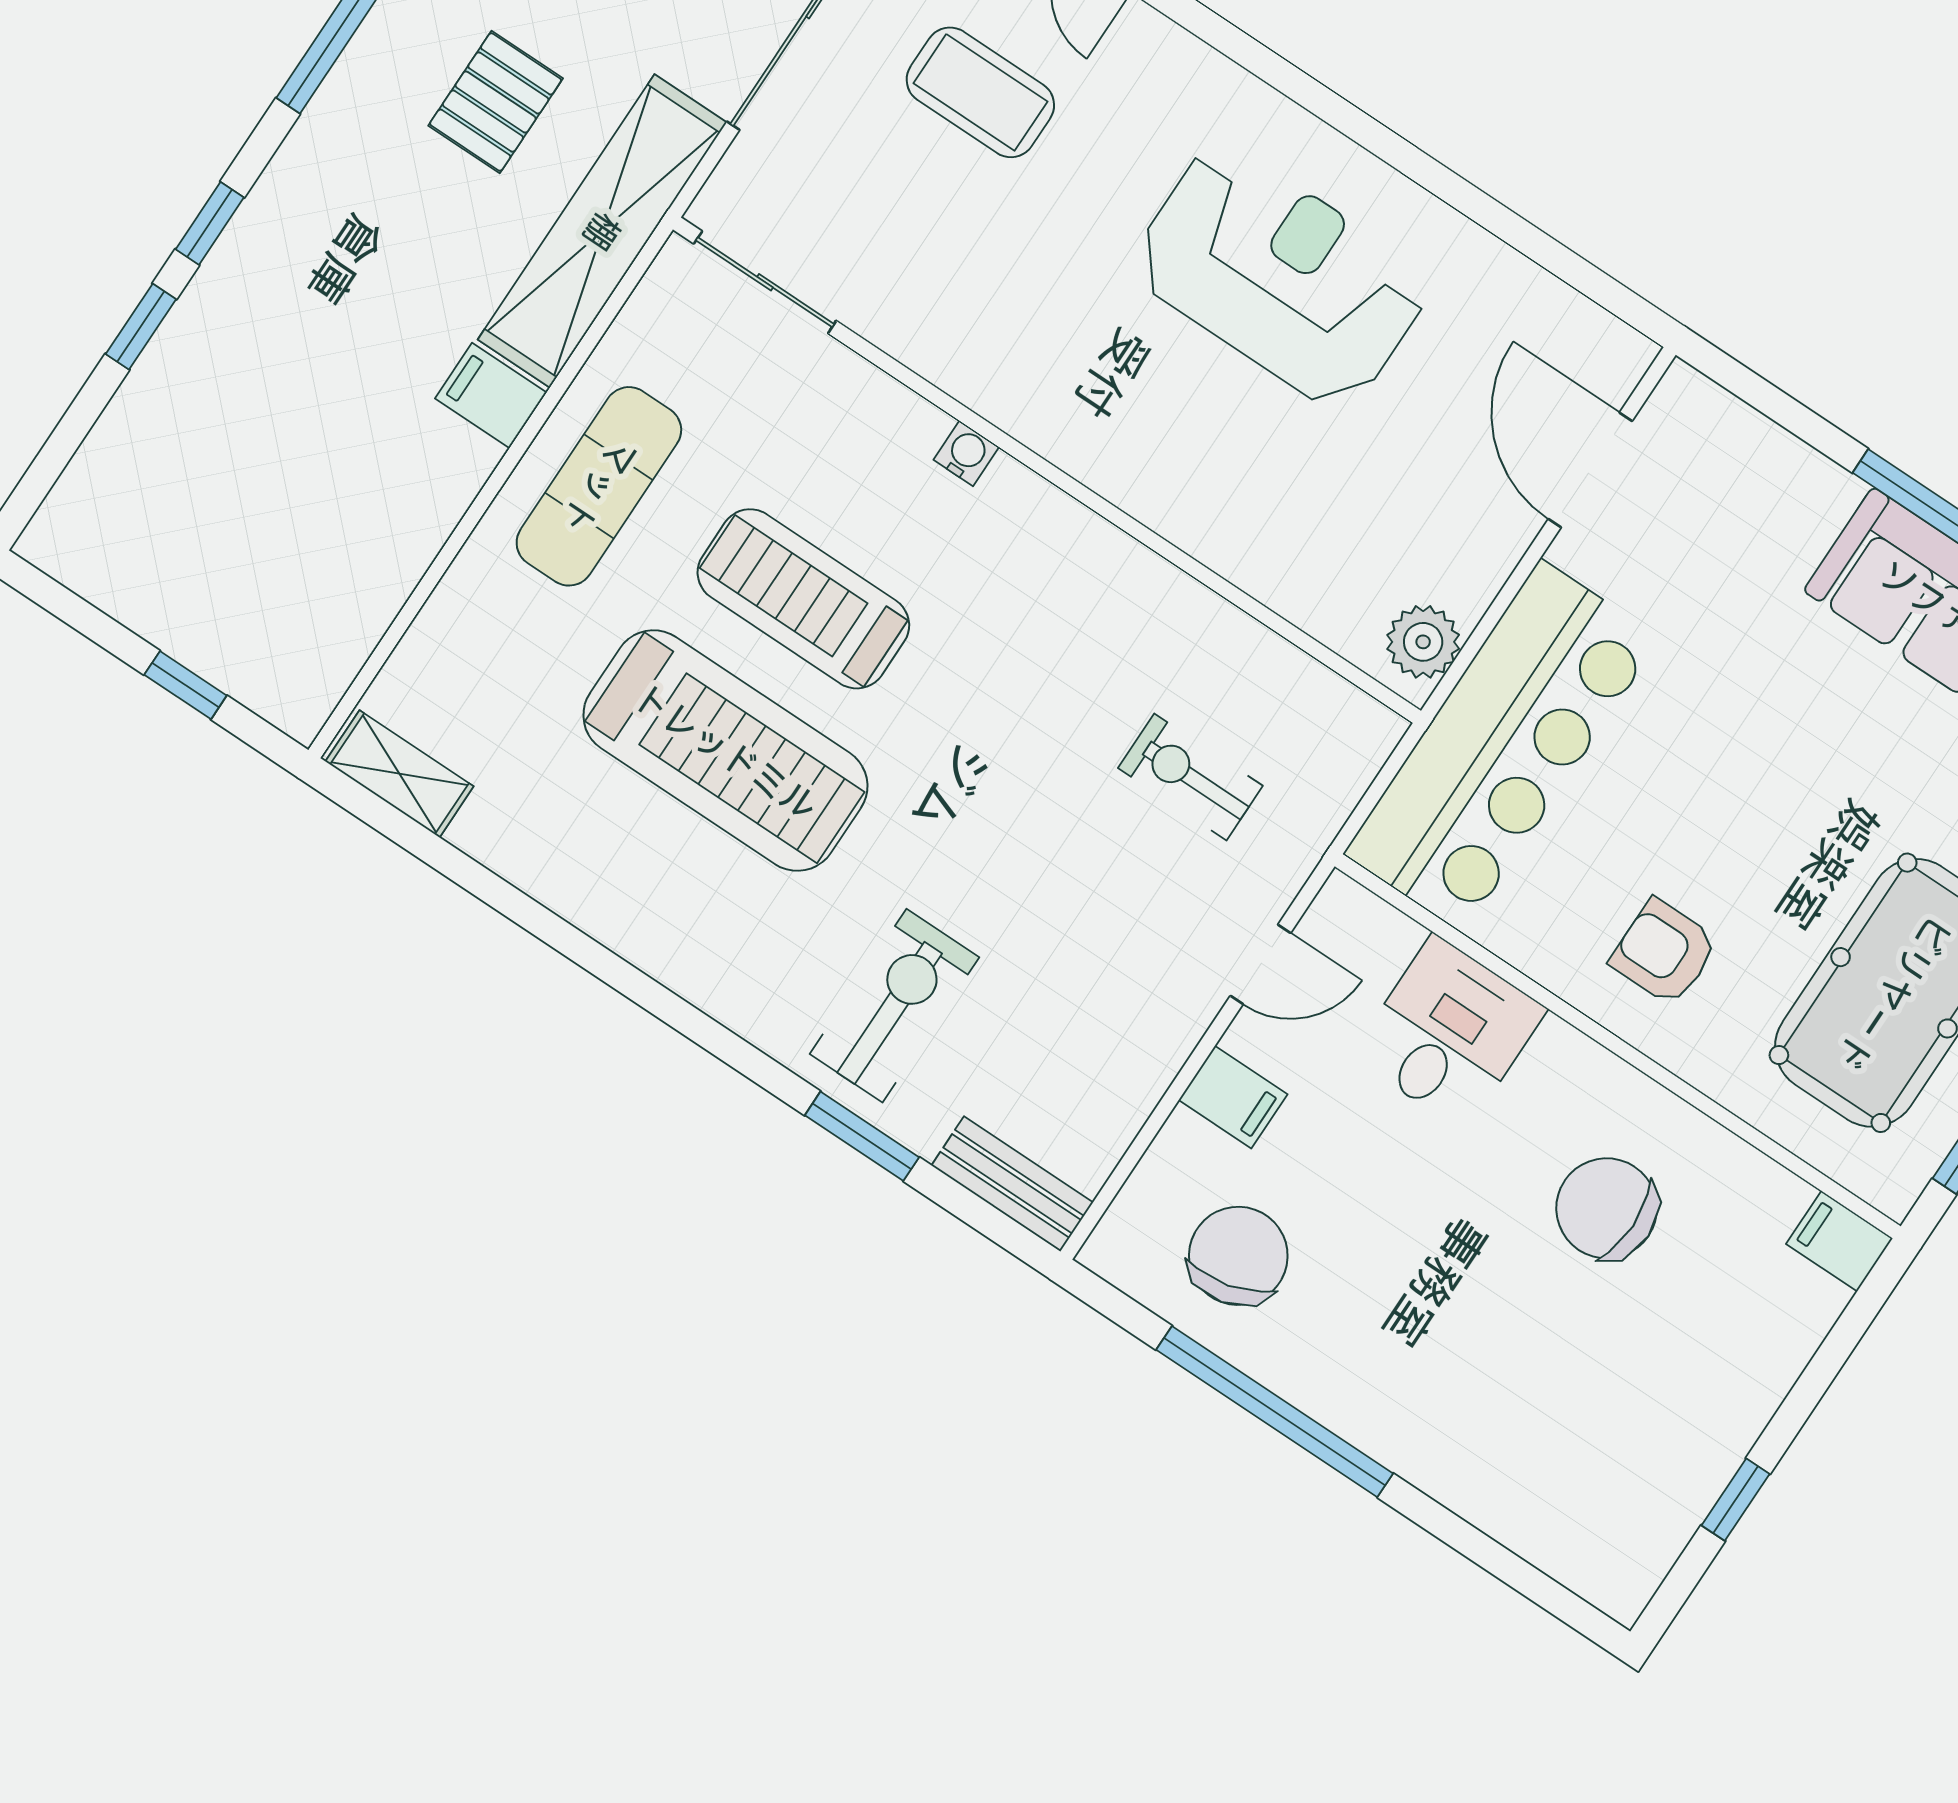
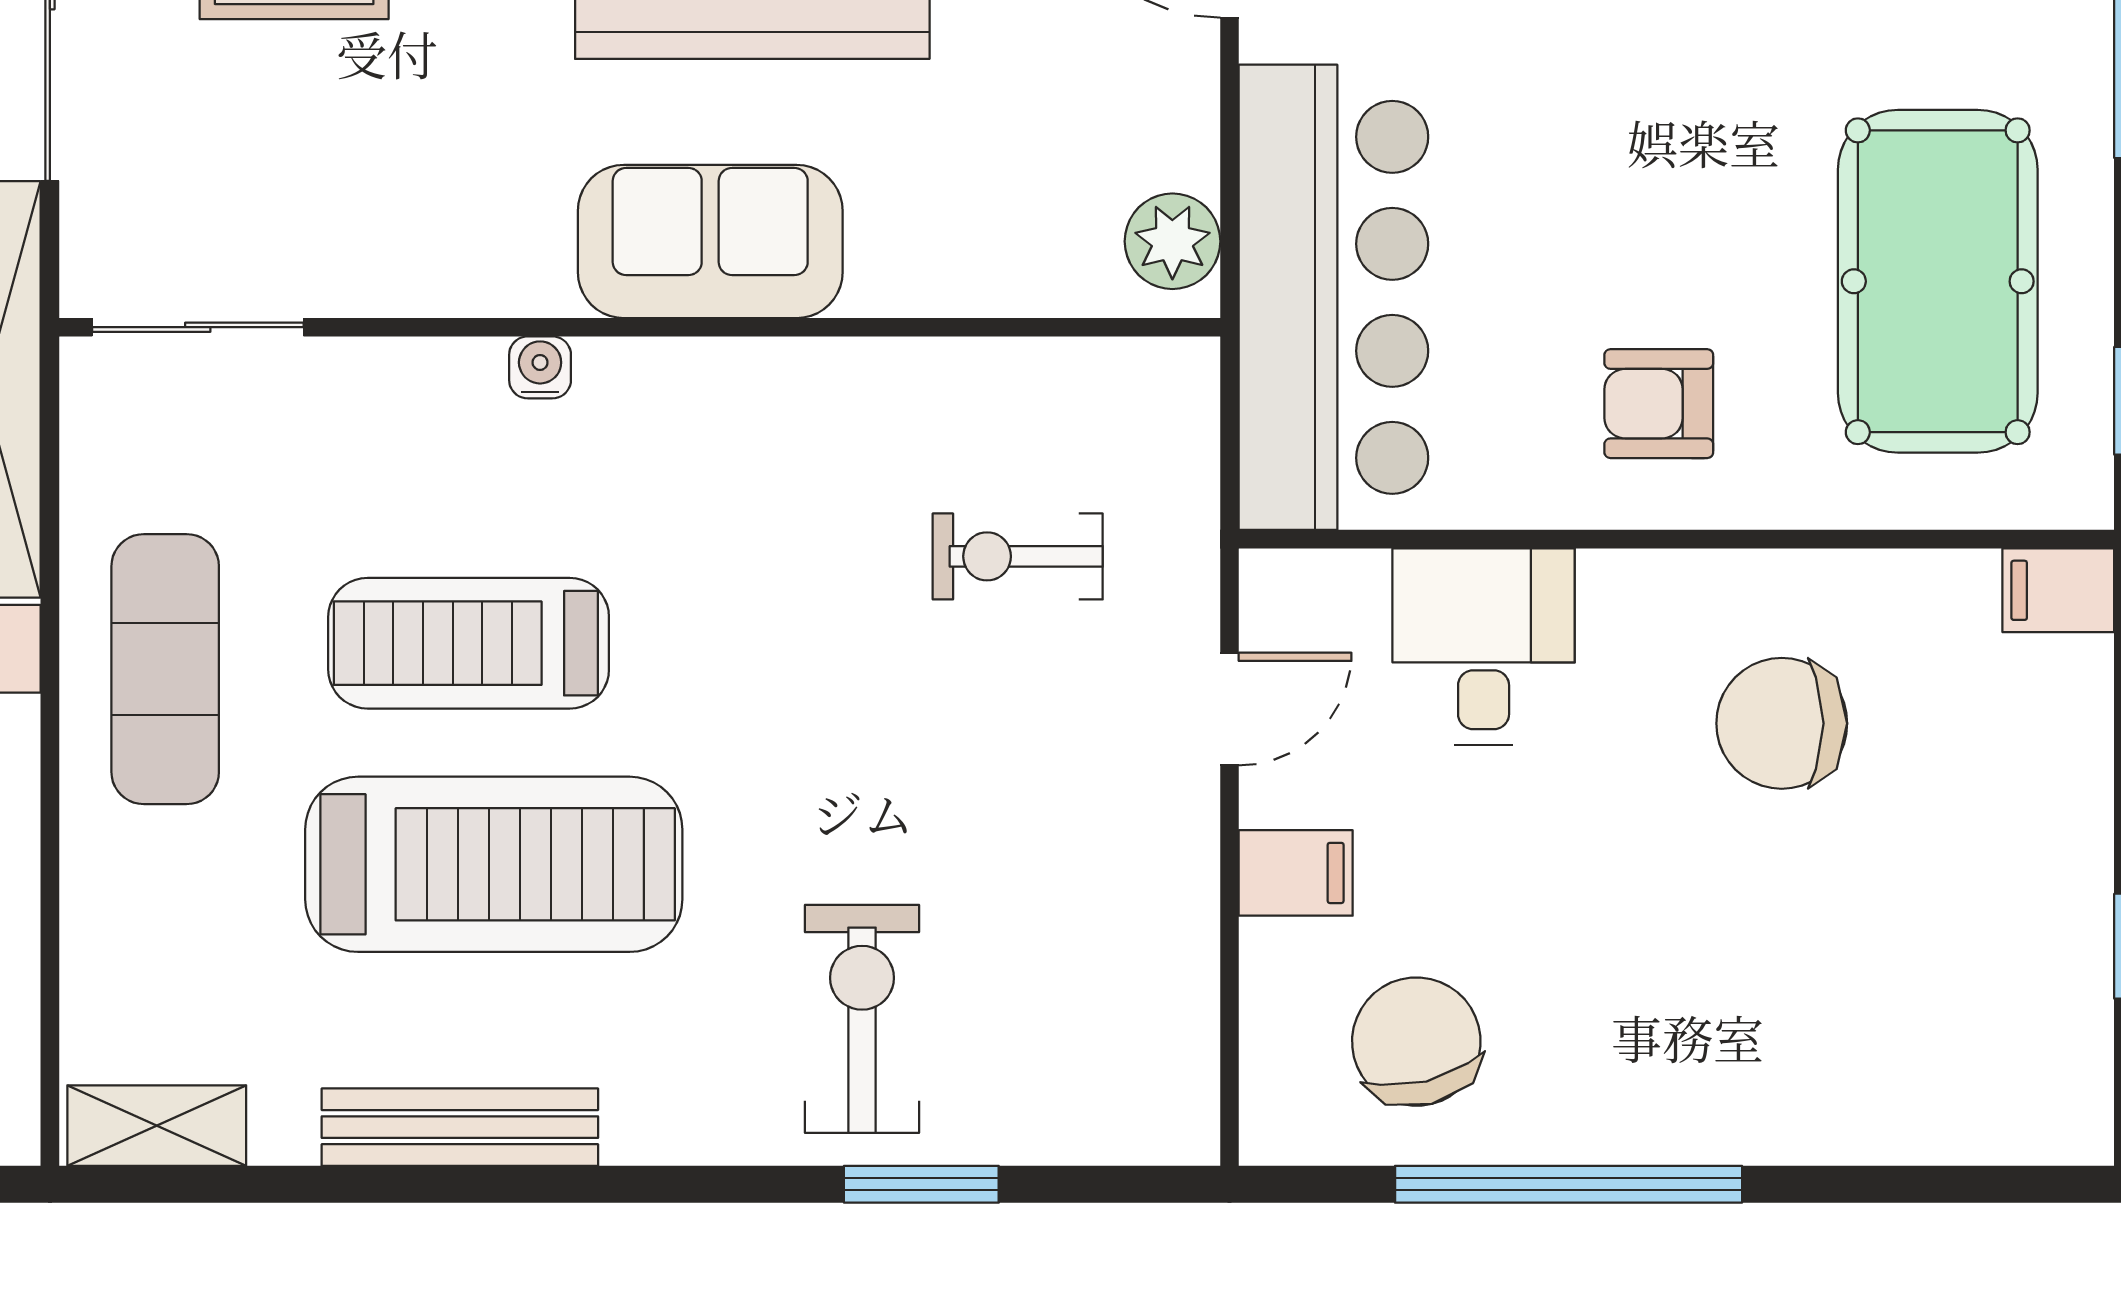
sofa: (1128, 445) -> (710, 241), added
bench: (1012, 1184) -> (460, 1127), moved, width x1.36

